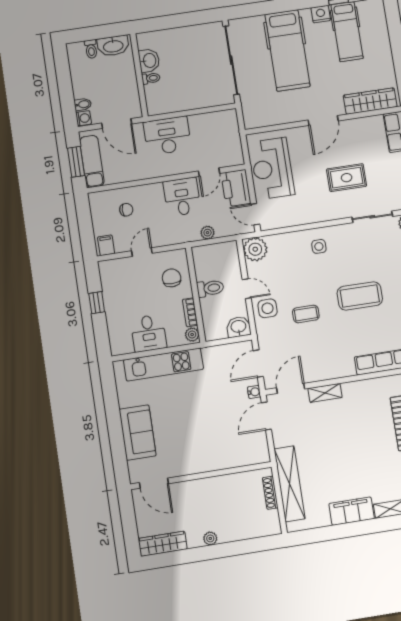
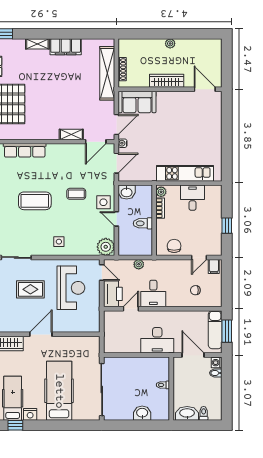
washbasin: (149, 61) -> (142, 413), moved, turned 90
reception desk: (272, 168) -> (71, 288), moved
door: (142, 252) -> (199, 257), moved
chair: (172, 278) -> (174, 246), moved, turned 180
sofa: (138, 433) -> (137, 102), moved, turned -90
wardrobe: (163, 544) -> (167, 81), moved, turned 180

